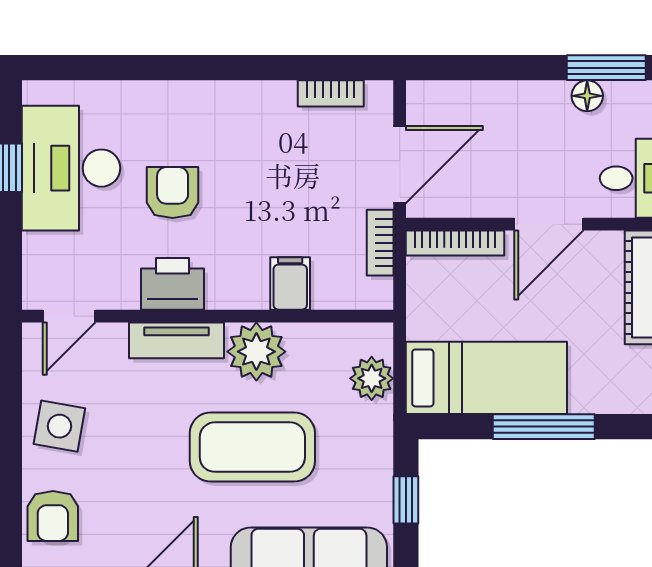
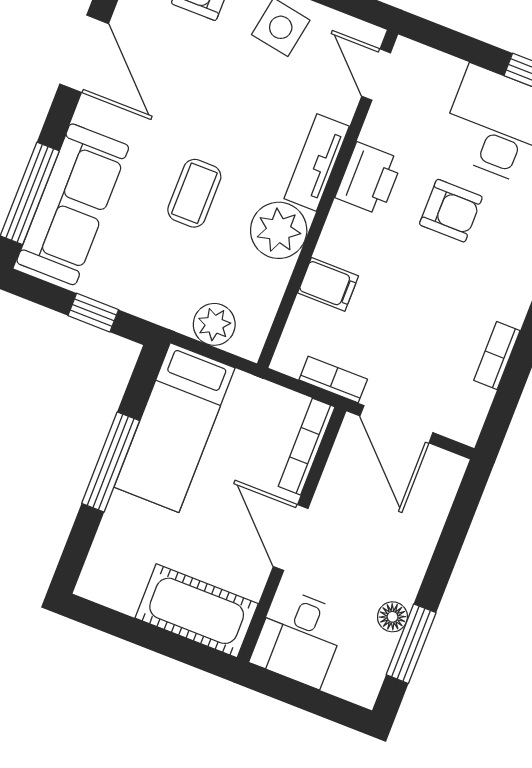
bookcase: (331, 93) -> (497, 356), moved
coffee table: (252, 447) -> (194, 193), width x0.54, depth x0.58

